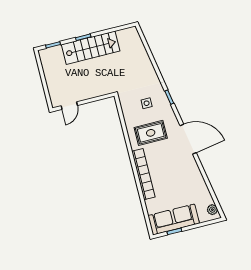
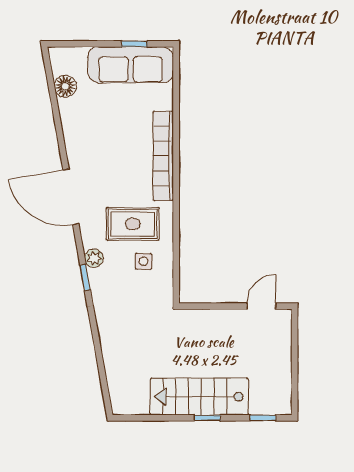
side table: (147, 103) -> (144, 261), moved
floor lamp: (206, 199) -> (65, 86), added
plant: (212, 210) -> (94, 258), moved

